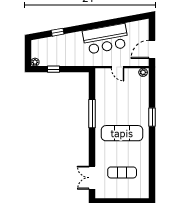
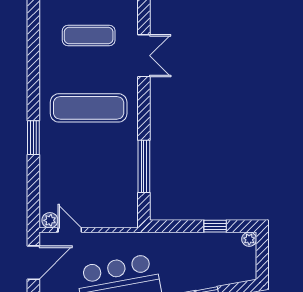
door: (118, 67) -> (70, 230), moved
window: (92, 114) -> (144, 166), moved
double door: (92, 178) -> (144, 56), moved

